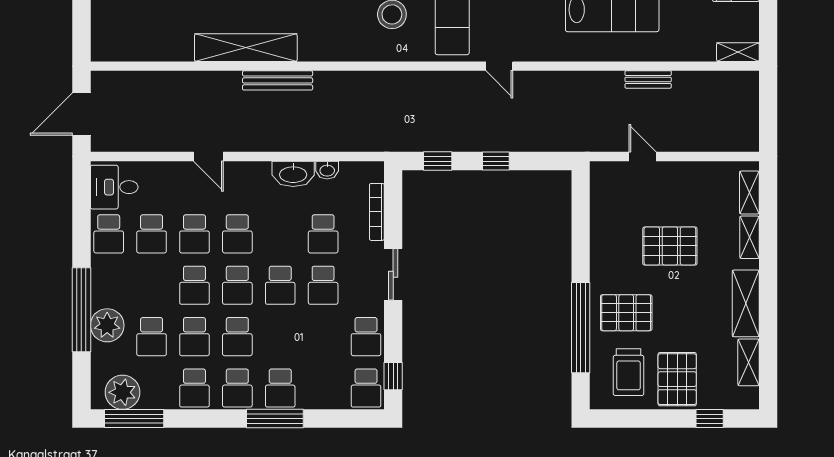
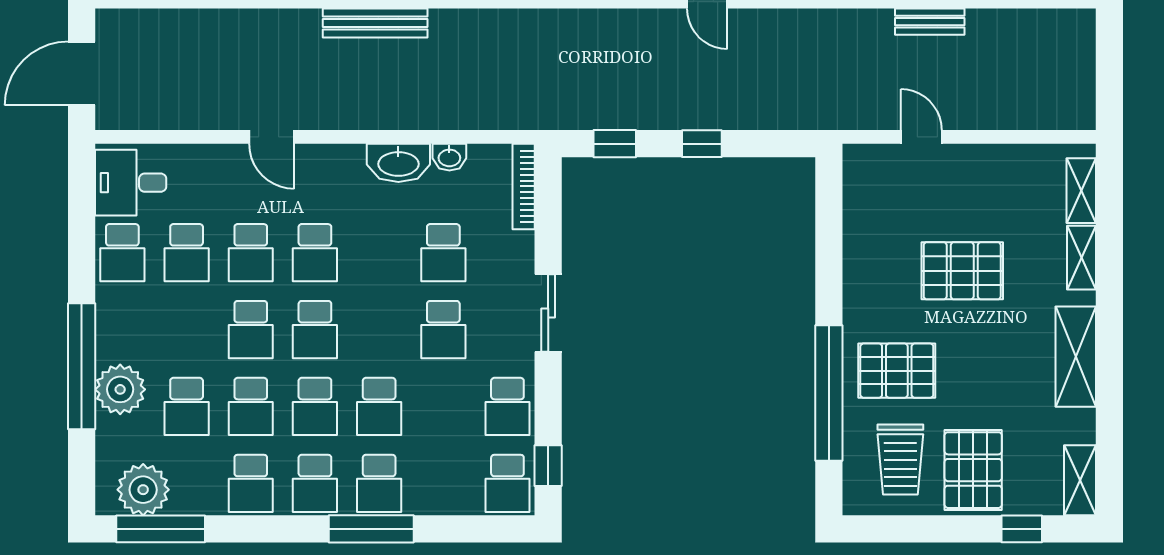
bookcase: (377, 212) -> (524, 186), moved
school desk: (280, 285) -> (379, 406), moved
shelving: (749, 362) -> (1080, 480), moved

